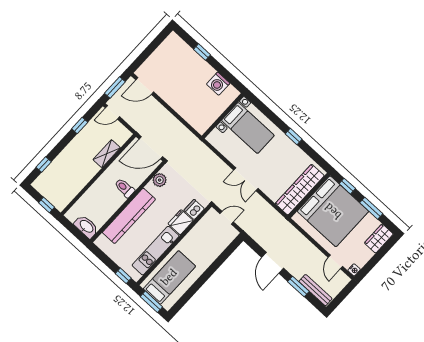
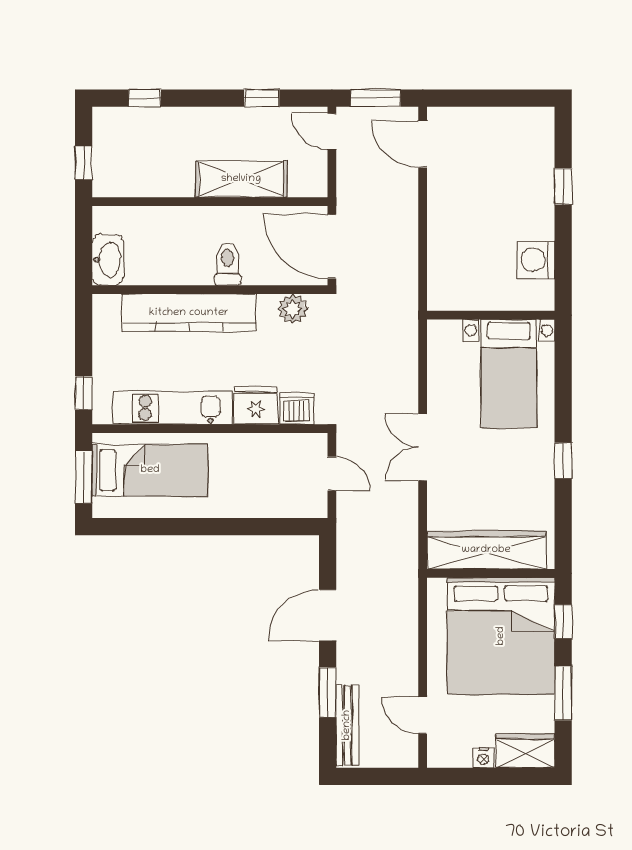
shelving: (107, 154) -> (241, 179), width x1.50, depth x1.33
door: (335, 262) -> (423, 715), hinge flipped
nightstand: (354, 270) -> (483, 758), moved

